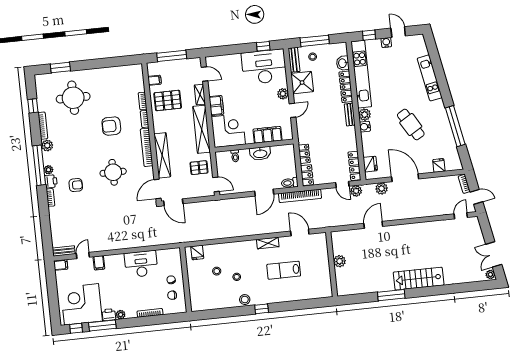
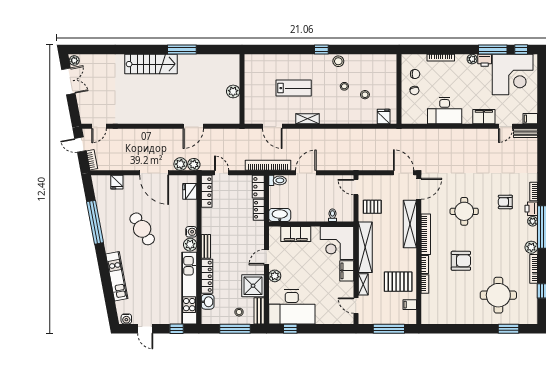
water cooler: (386, 42) -> (126, 319), moved
washbasin: (260, 153) -> (280, 215), moved
plant: (356, 191) -> (194, 164), moved
filing cabinet: (99, 263) -> (484, 117), width x2.00

